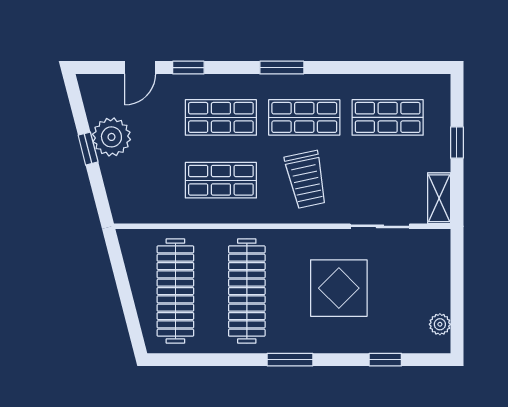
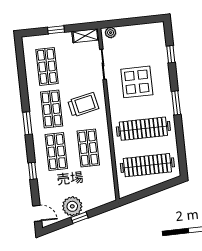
door: (140, 68) -> (37, 213), moved
plant: (440, 324) -> (111, 33), moved

